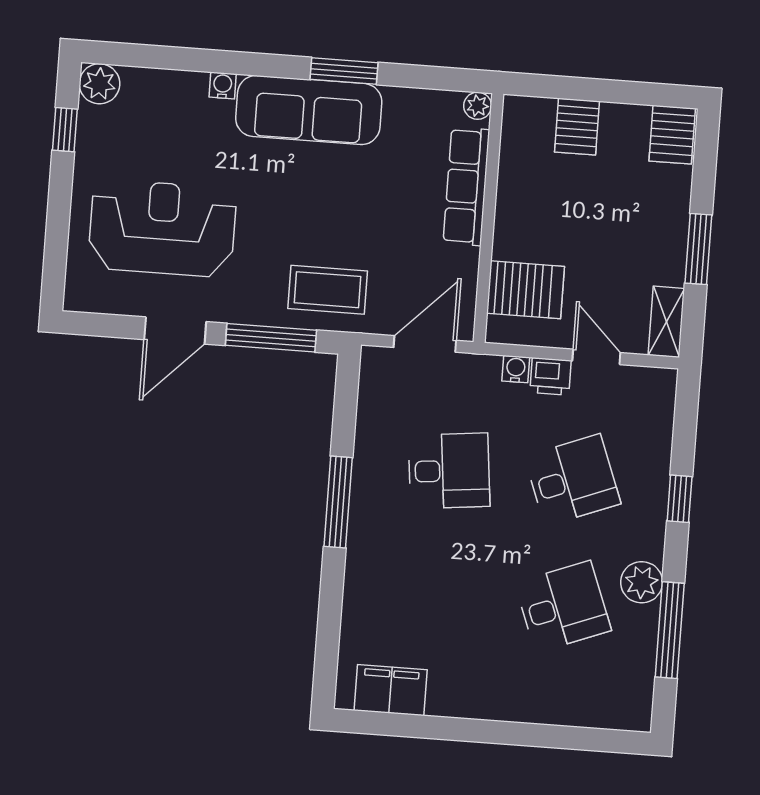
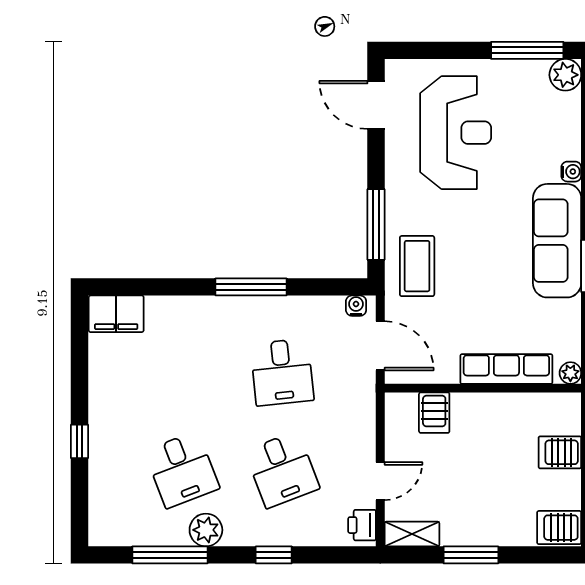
window: (65, 130) -> (527, 50), width x2.17
server rack: (525, 290) -> (434, 413), width x0.73, depth x0.70
door: (175, 331) -> (376, 105), moved
water cooler: (516, 369) -> (356, 306), moved, turned -90
printer: (551, 376) -> (362, 525), moved
filing cabinet: (391, 690) -> (116, 314), moved, turned 90
window: (517, 734) -> (80, 441), added

